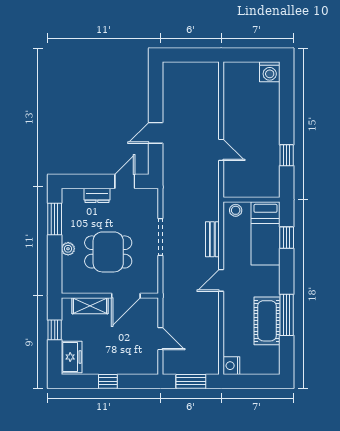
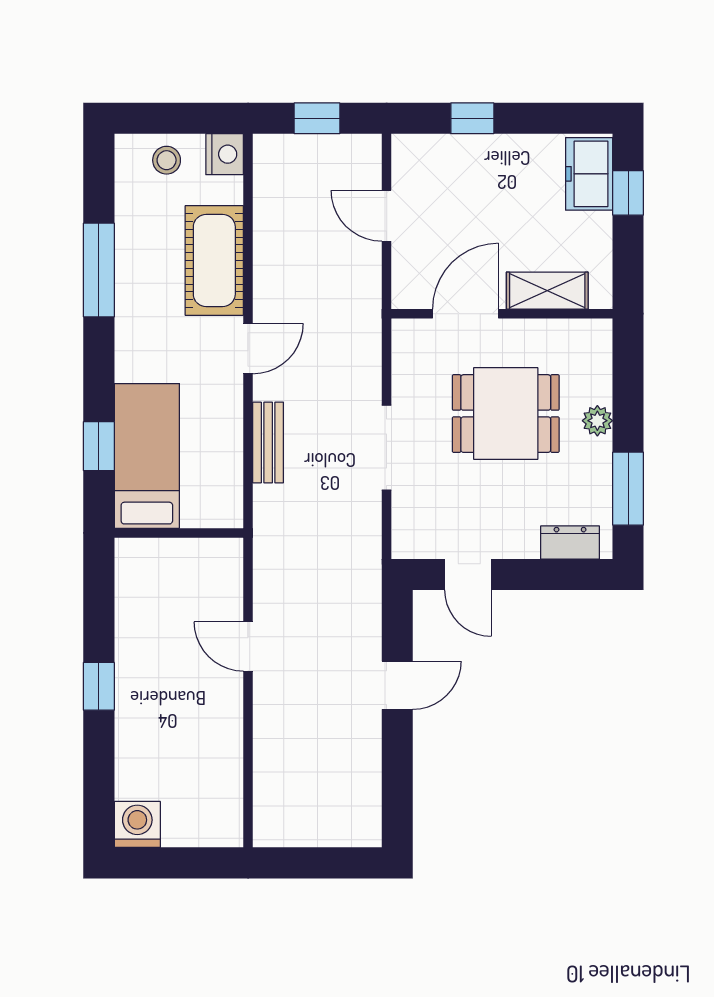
window: (287, 155) -> (99, 686), moved
door: (125, 181) -> (468, 574), hinge flipped
dresser: (97, 195) -> (570, 542), moved
stool: (236, 210) -> (167, 160), moved
cot: (267, 321) -> (214, 261), moved
window: (55, 330) -> (628, 193), moved
window: (108, 381) -> (472, 118), moved
window: (191, 381) -> (317, 118), width x0.67

